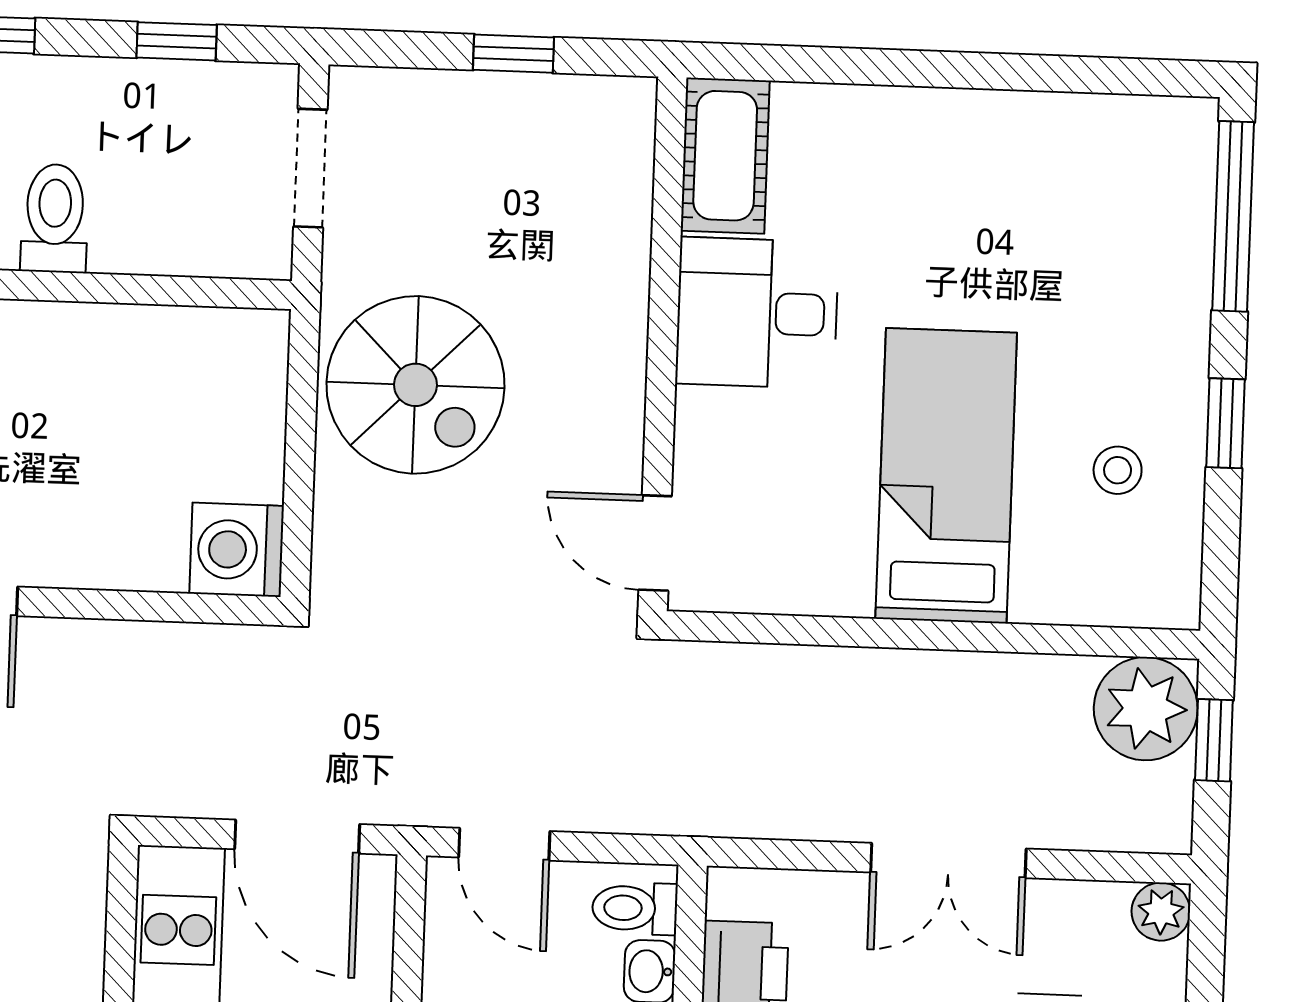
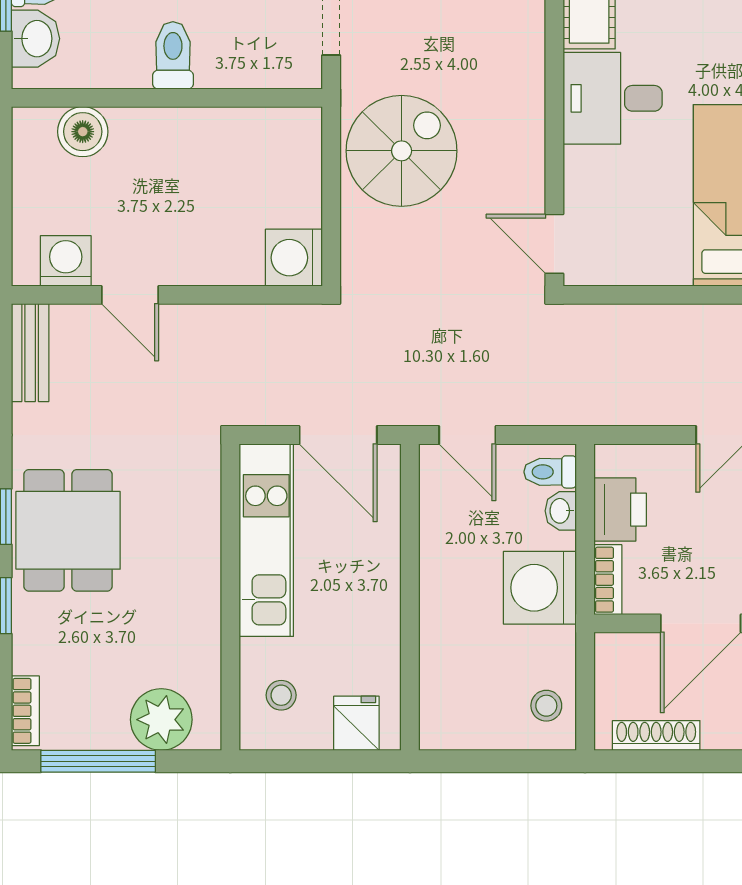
spiral stairs: (415, 385) -> (402, 151), turned -90

